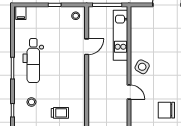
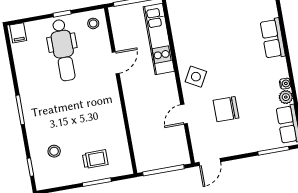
dental chair: (33, 61) -> (63, 50), moved
door: (129, 92) -> (184, 114), swing flipped
chair: (166, 110) -> (226, 109), moved

